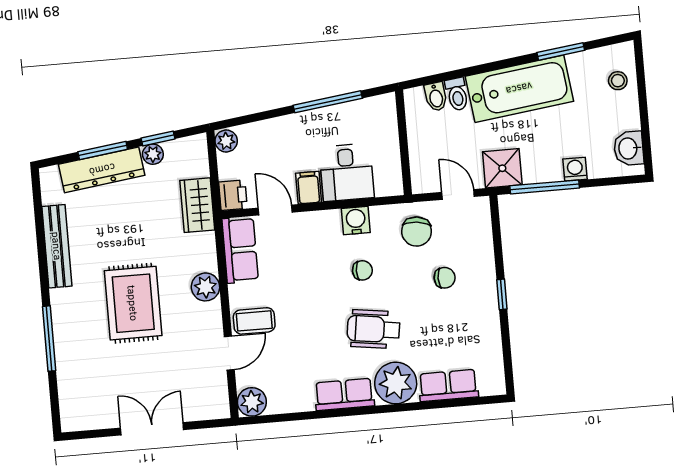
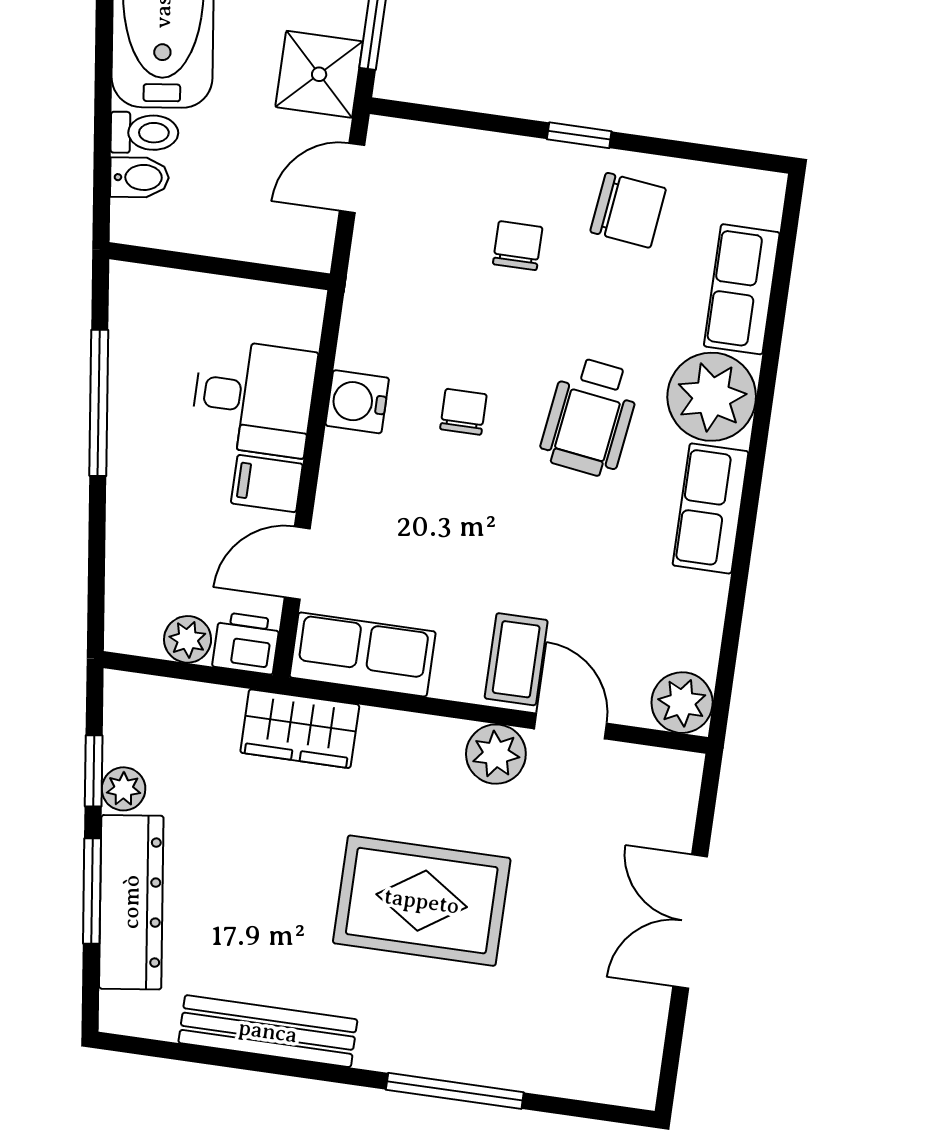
plant: (226, 141) -> (188, 639), moved
wardrobe: (197, 205) -> (300, 729), moved
chair: (417, 231) -> (628, 210), moved
plant: (205, 287) -> (496, 754), moved

